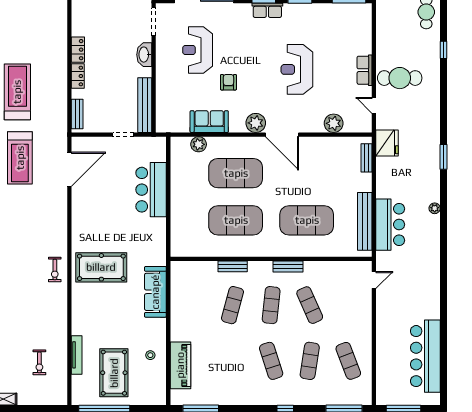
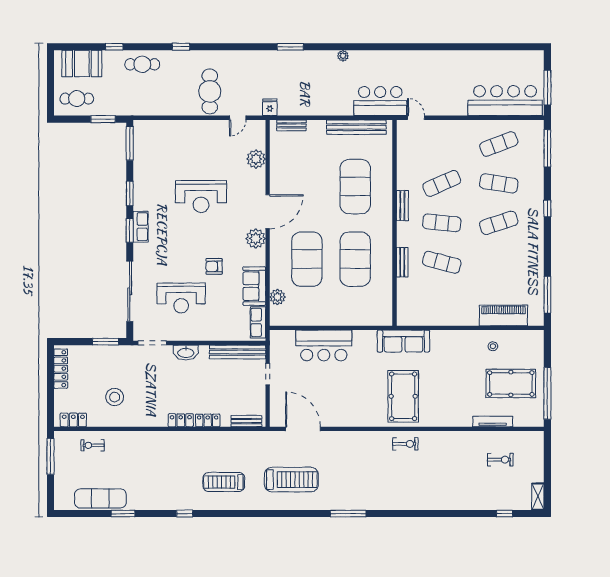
row of seats: (365, 70) -> (258, 322), moved, turned 90
treadmill: (17, 92) -> (224, 482), width x0.73, depth x0.73
fridge: (387, 143) -> (270, 107), width x0.53, depth x0.75
bar counter: (390, 225) -> (380, 101), moved
sofa: (155, 292) -> (403, 341), moved
bar counter: (425, 356) -> (505, 101), moved, turned 180

